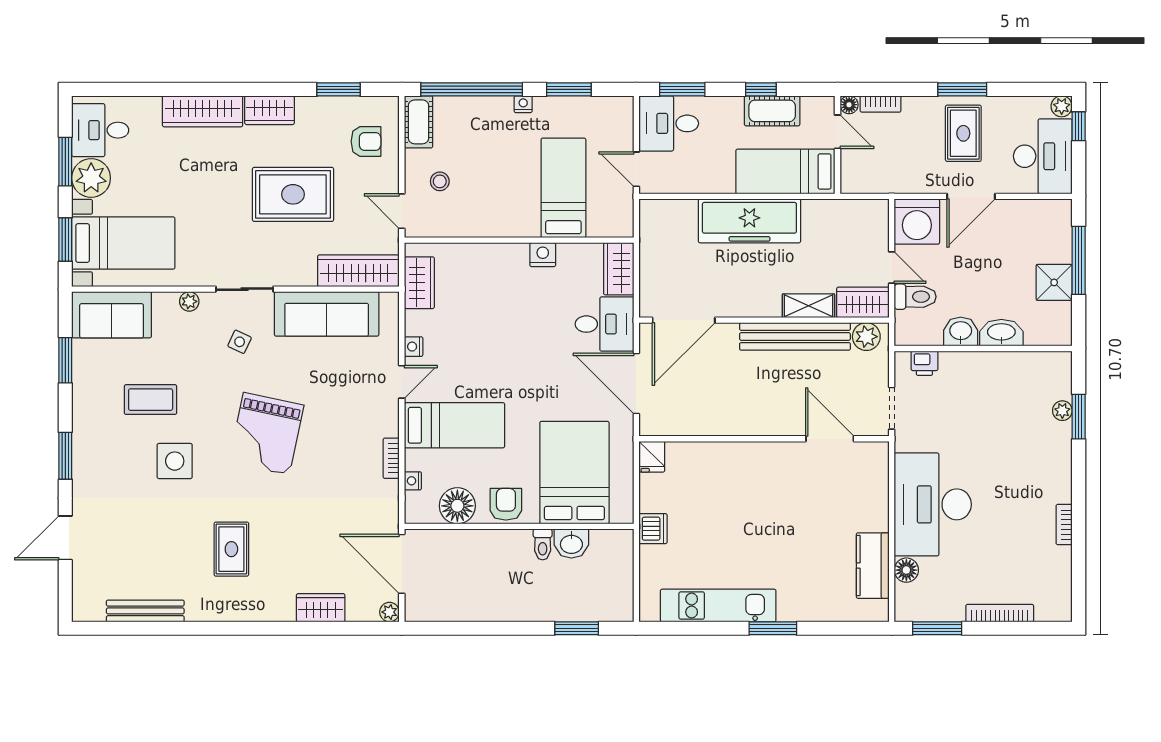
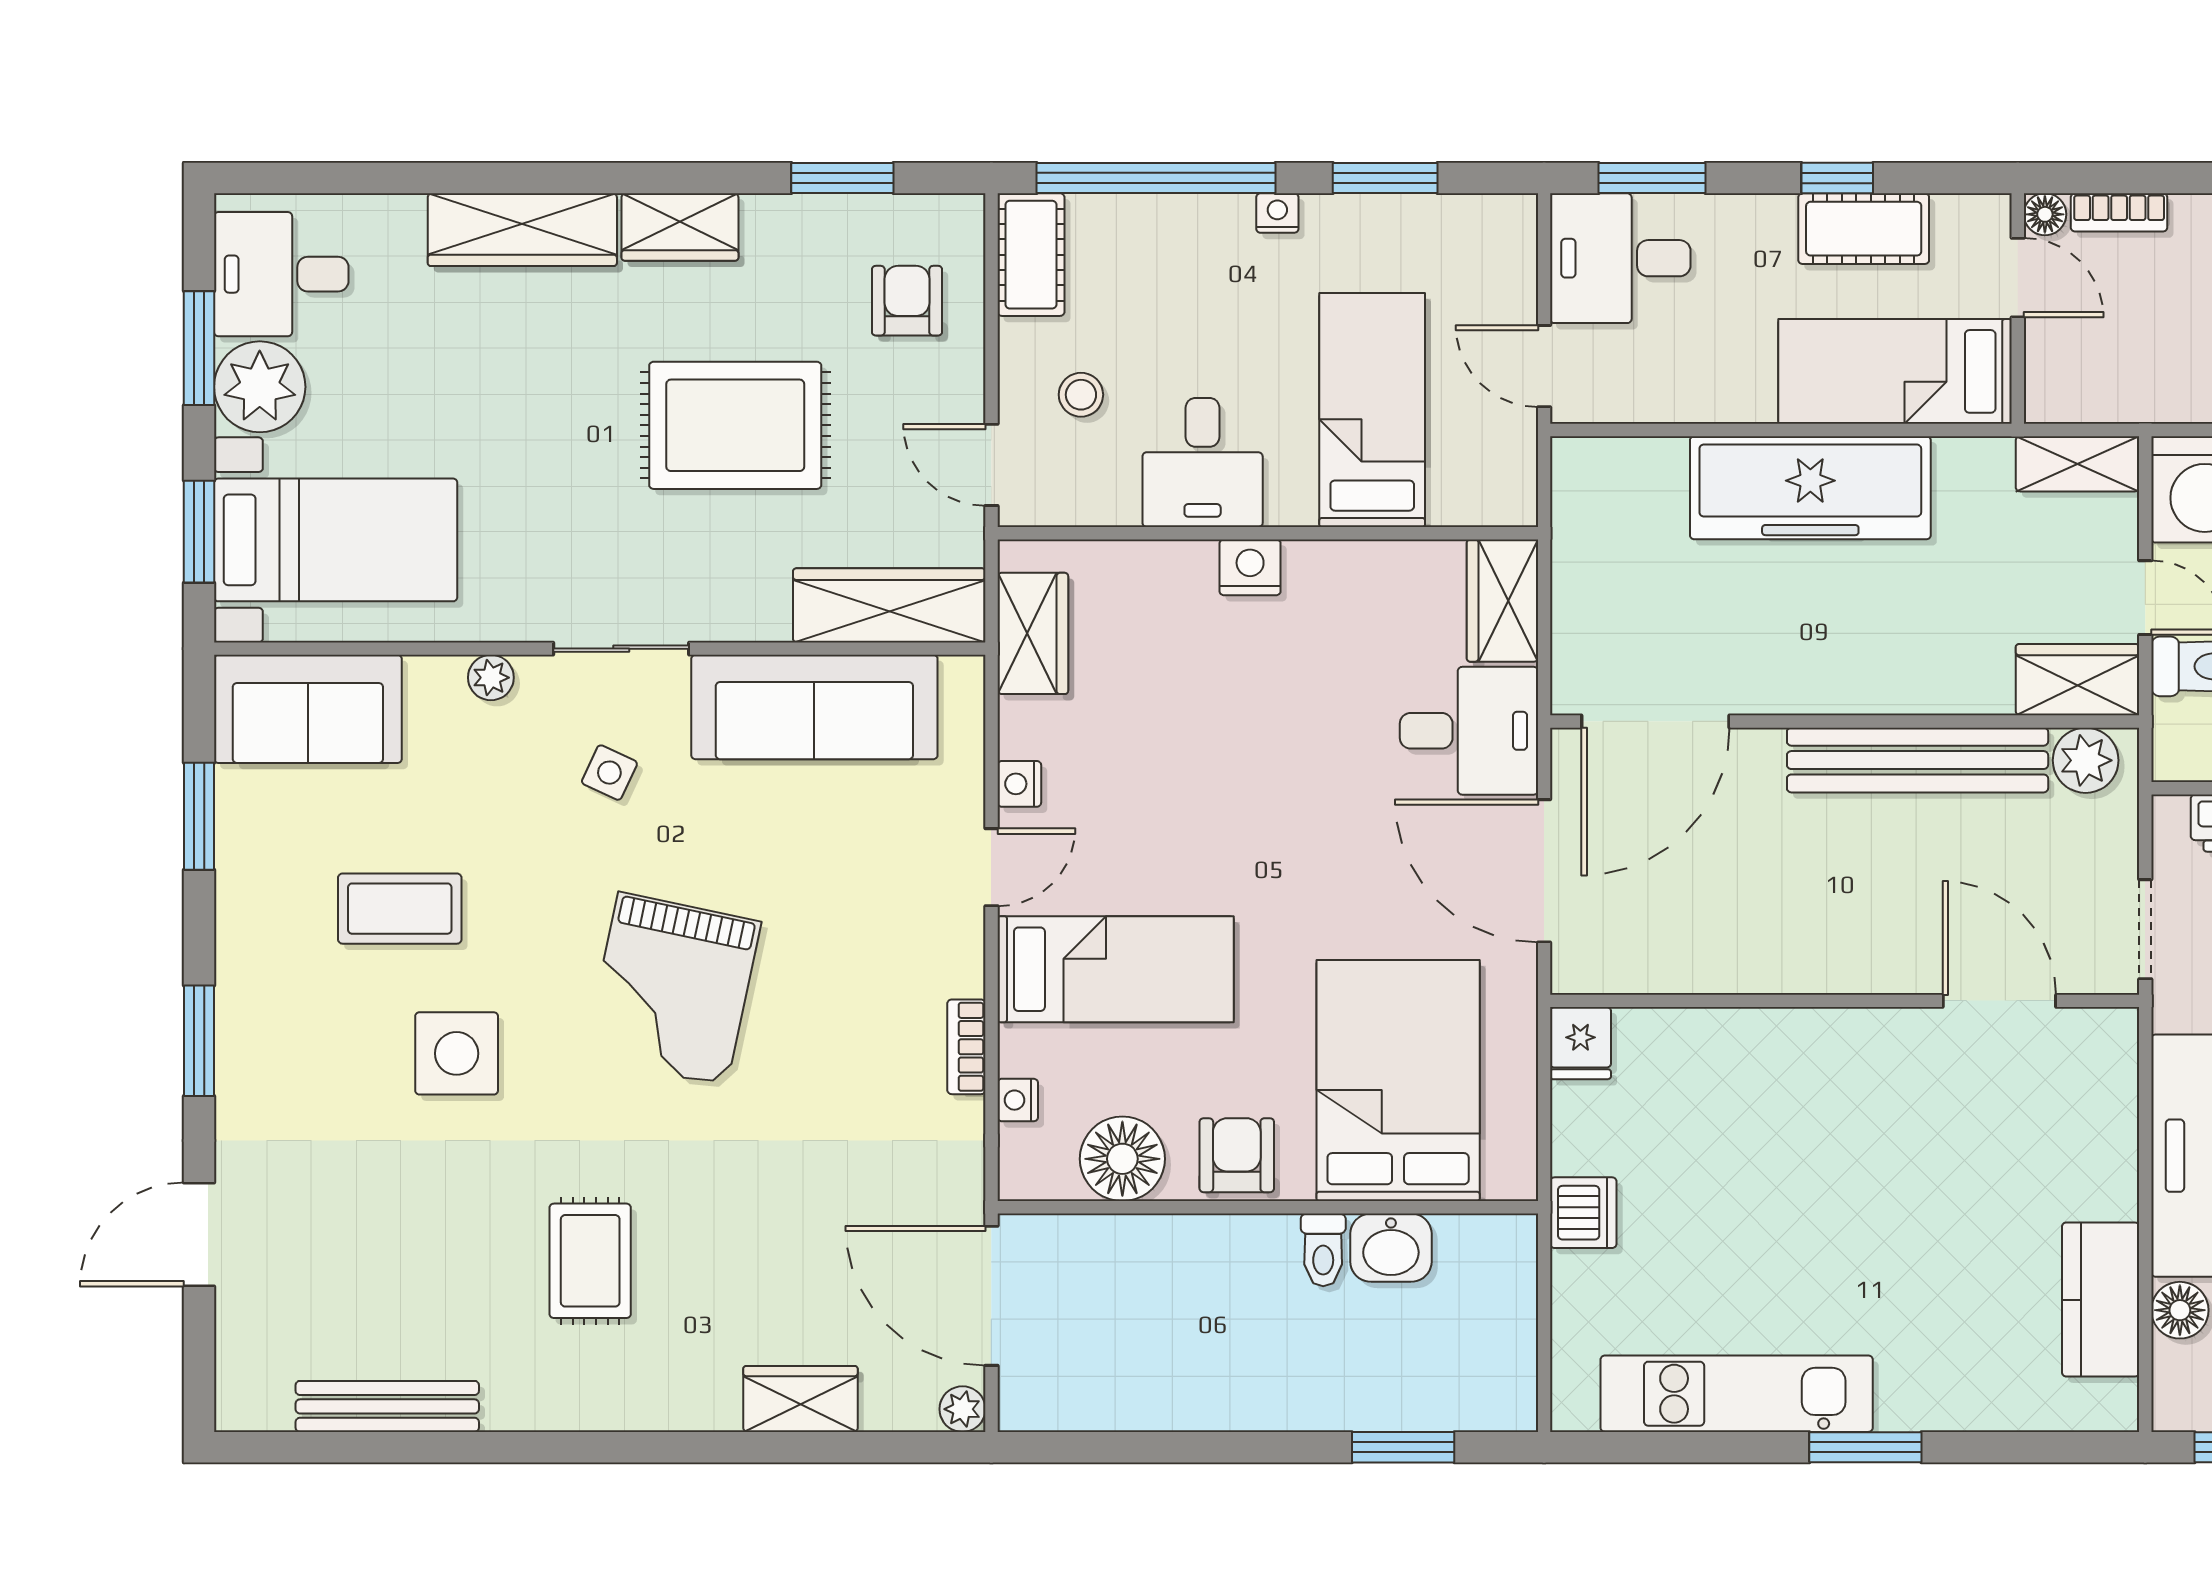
armchair: (366, 141) -> (907, 301), turned -90
desk: (491, 210) -> (1203, 462), added
nightstand: (543, 255) -> (1250, 567), moved
shelving: (808, 306) -> (2078, 464), moved

